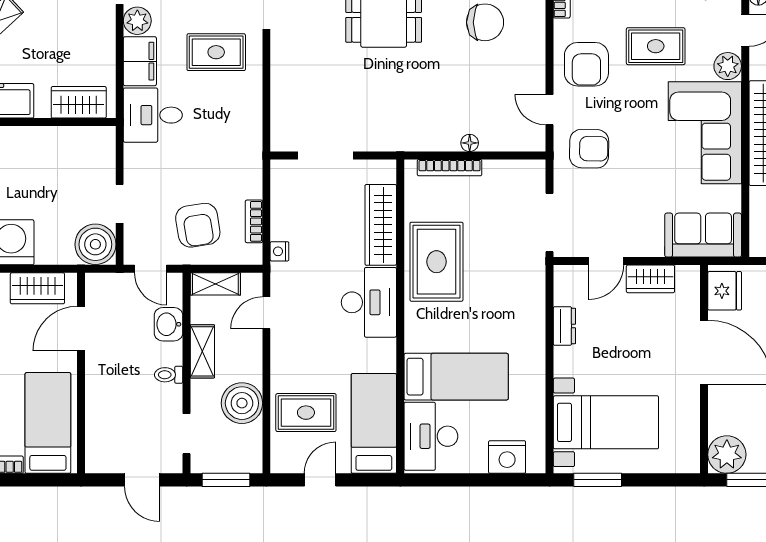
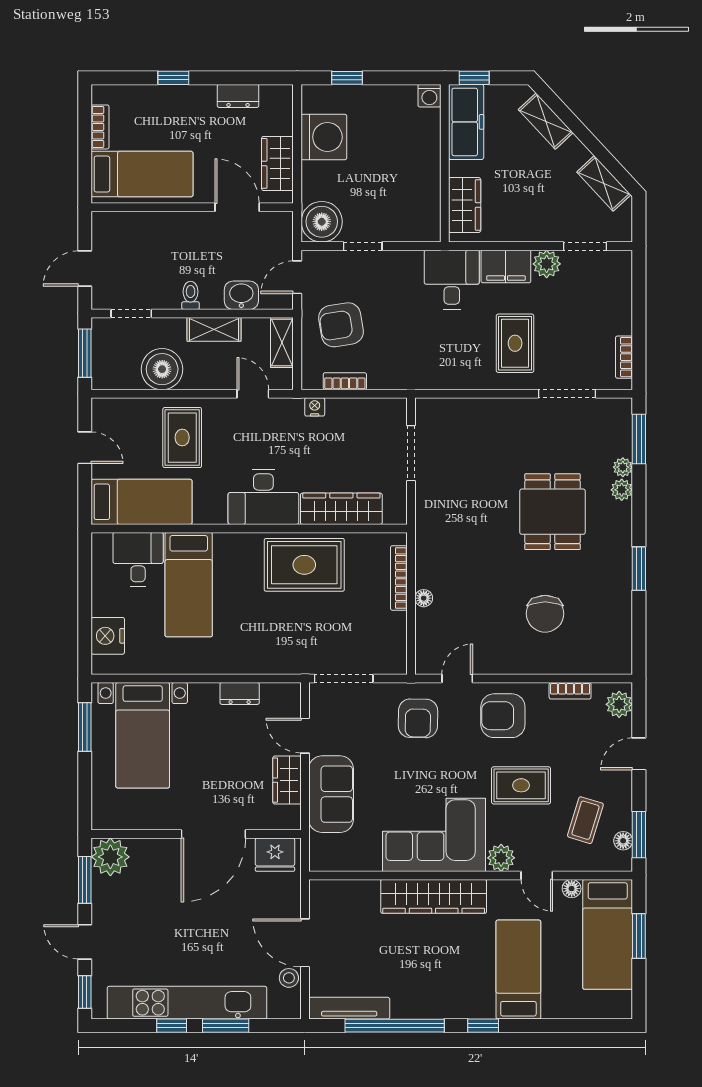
rug: (656, 46) -> (521, 785), turned 90
sofa: (703, 235) -> (331, 794), moved
rug: (306, 413) -> (182, 438), moved
desk: (431, 436) -> (138, 559), width x0.73

